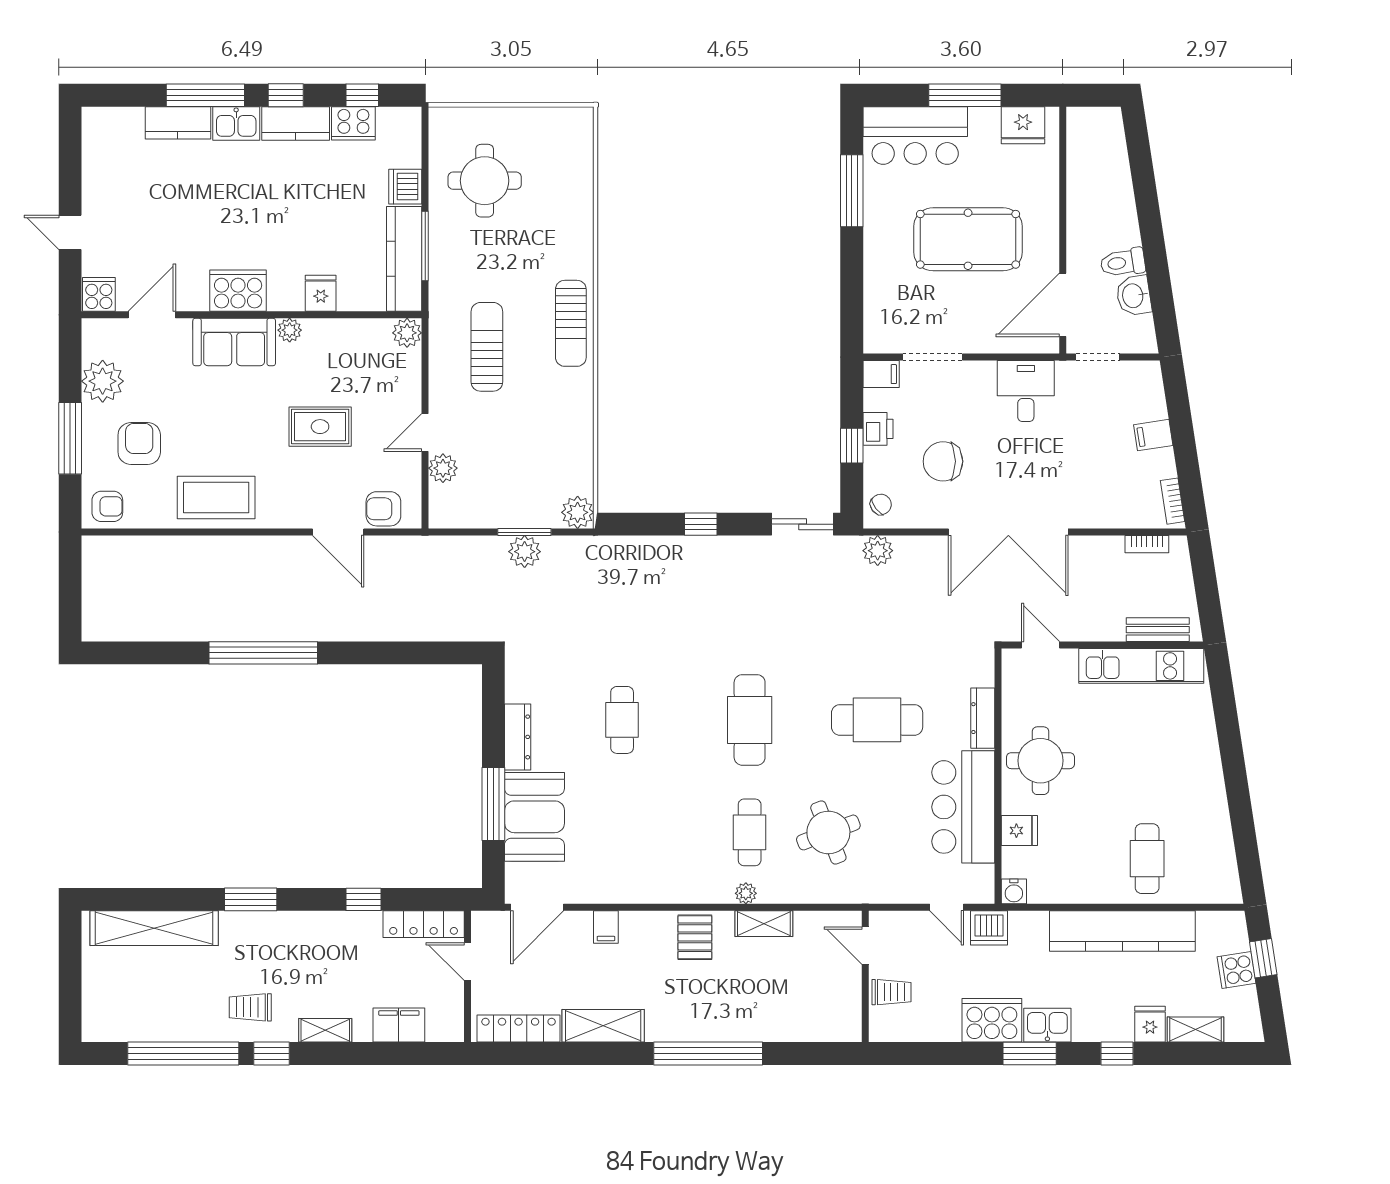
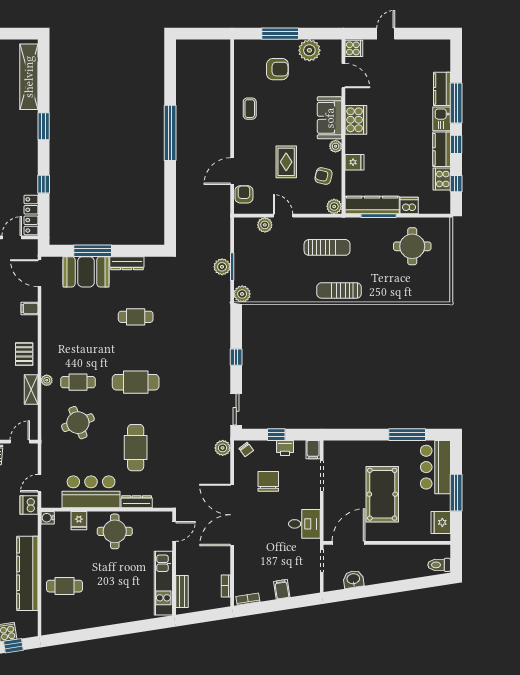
toilet: (1123, 262) -> (439, 565), moved, turned -81
door: (1063, 305) -> (348, 543), hinge flipped
coffee table: (216, 498) -> (250, 109), width x0.54, depth x0.58
armchair: (107, 506) -> (323, 176), moved, turned 104
pallet: (695, 937) -> (24, 354), turned 90

